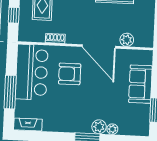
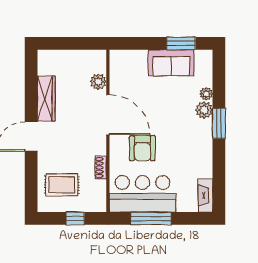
door: (99, 46) -> (108, 115), hinge flipped
sofa: (140, 84) -> (171, 63), moved
window: (10, 92) -> (151, 218), moved

